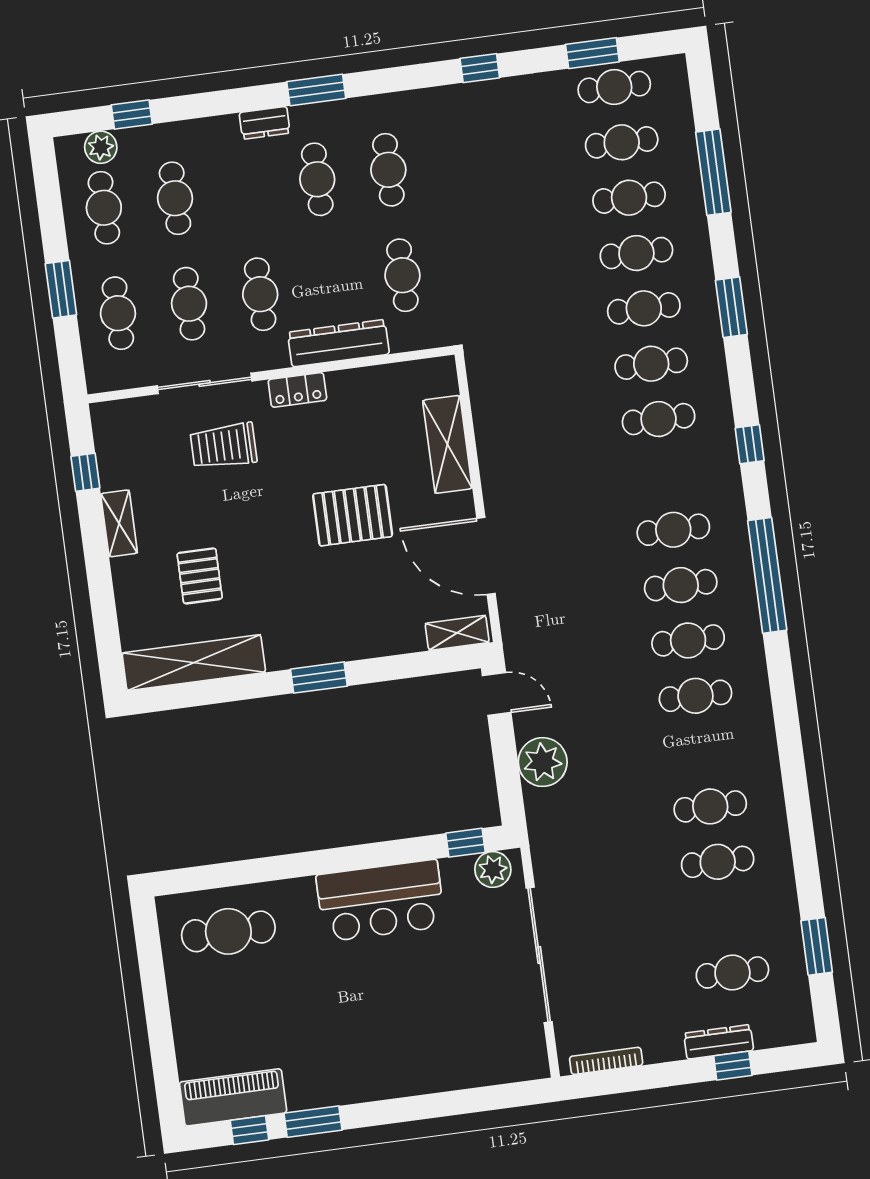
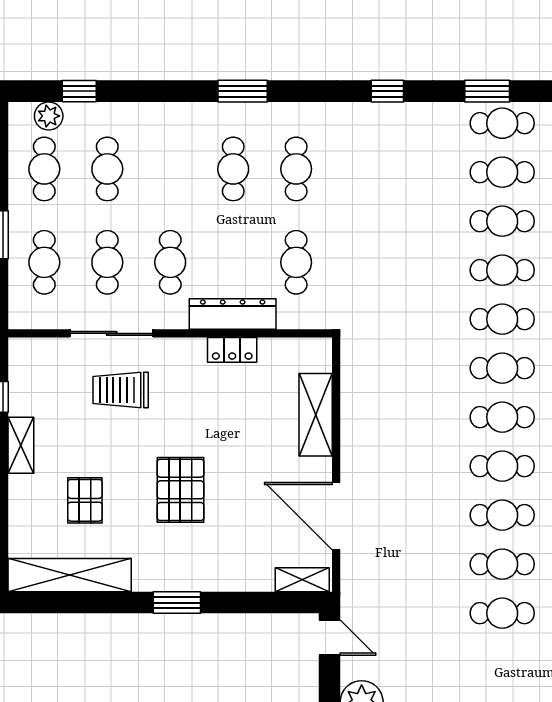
dresser: (265, 123) -> (194, 114), removed
locker: (297, 390) -> (232, 350), moved
pallet: (353, 515) -> (180, 490), moved, turned 90
cafe table: (695, 696) -> (502, 466), moved

